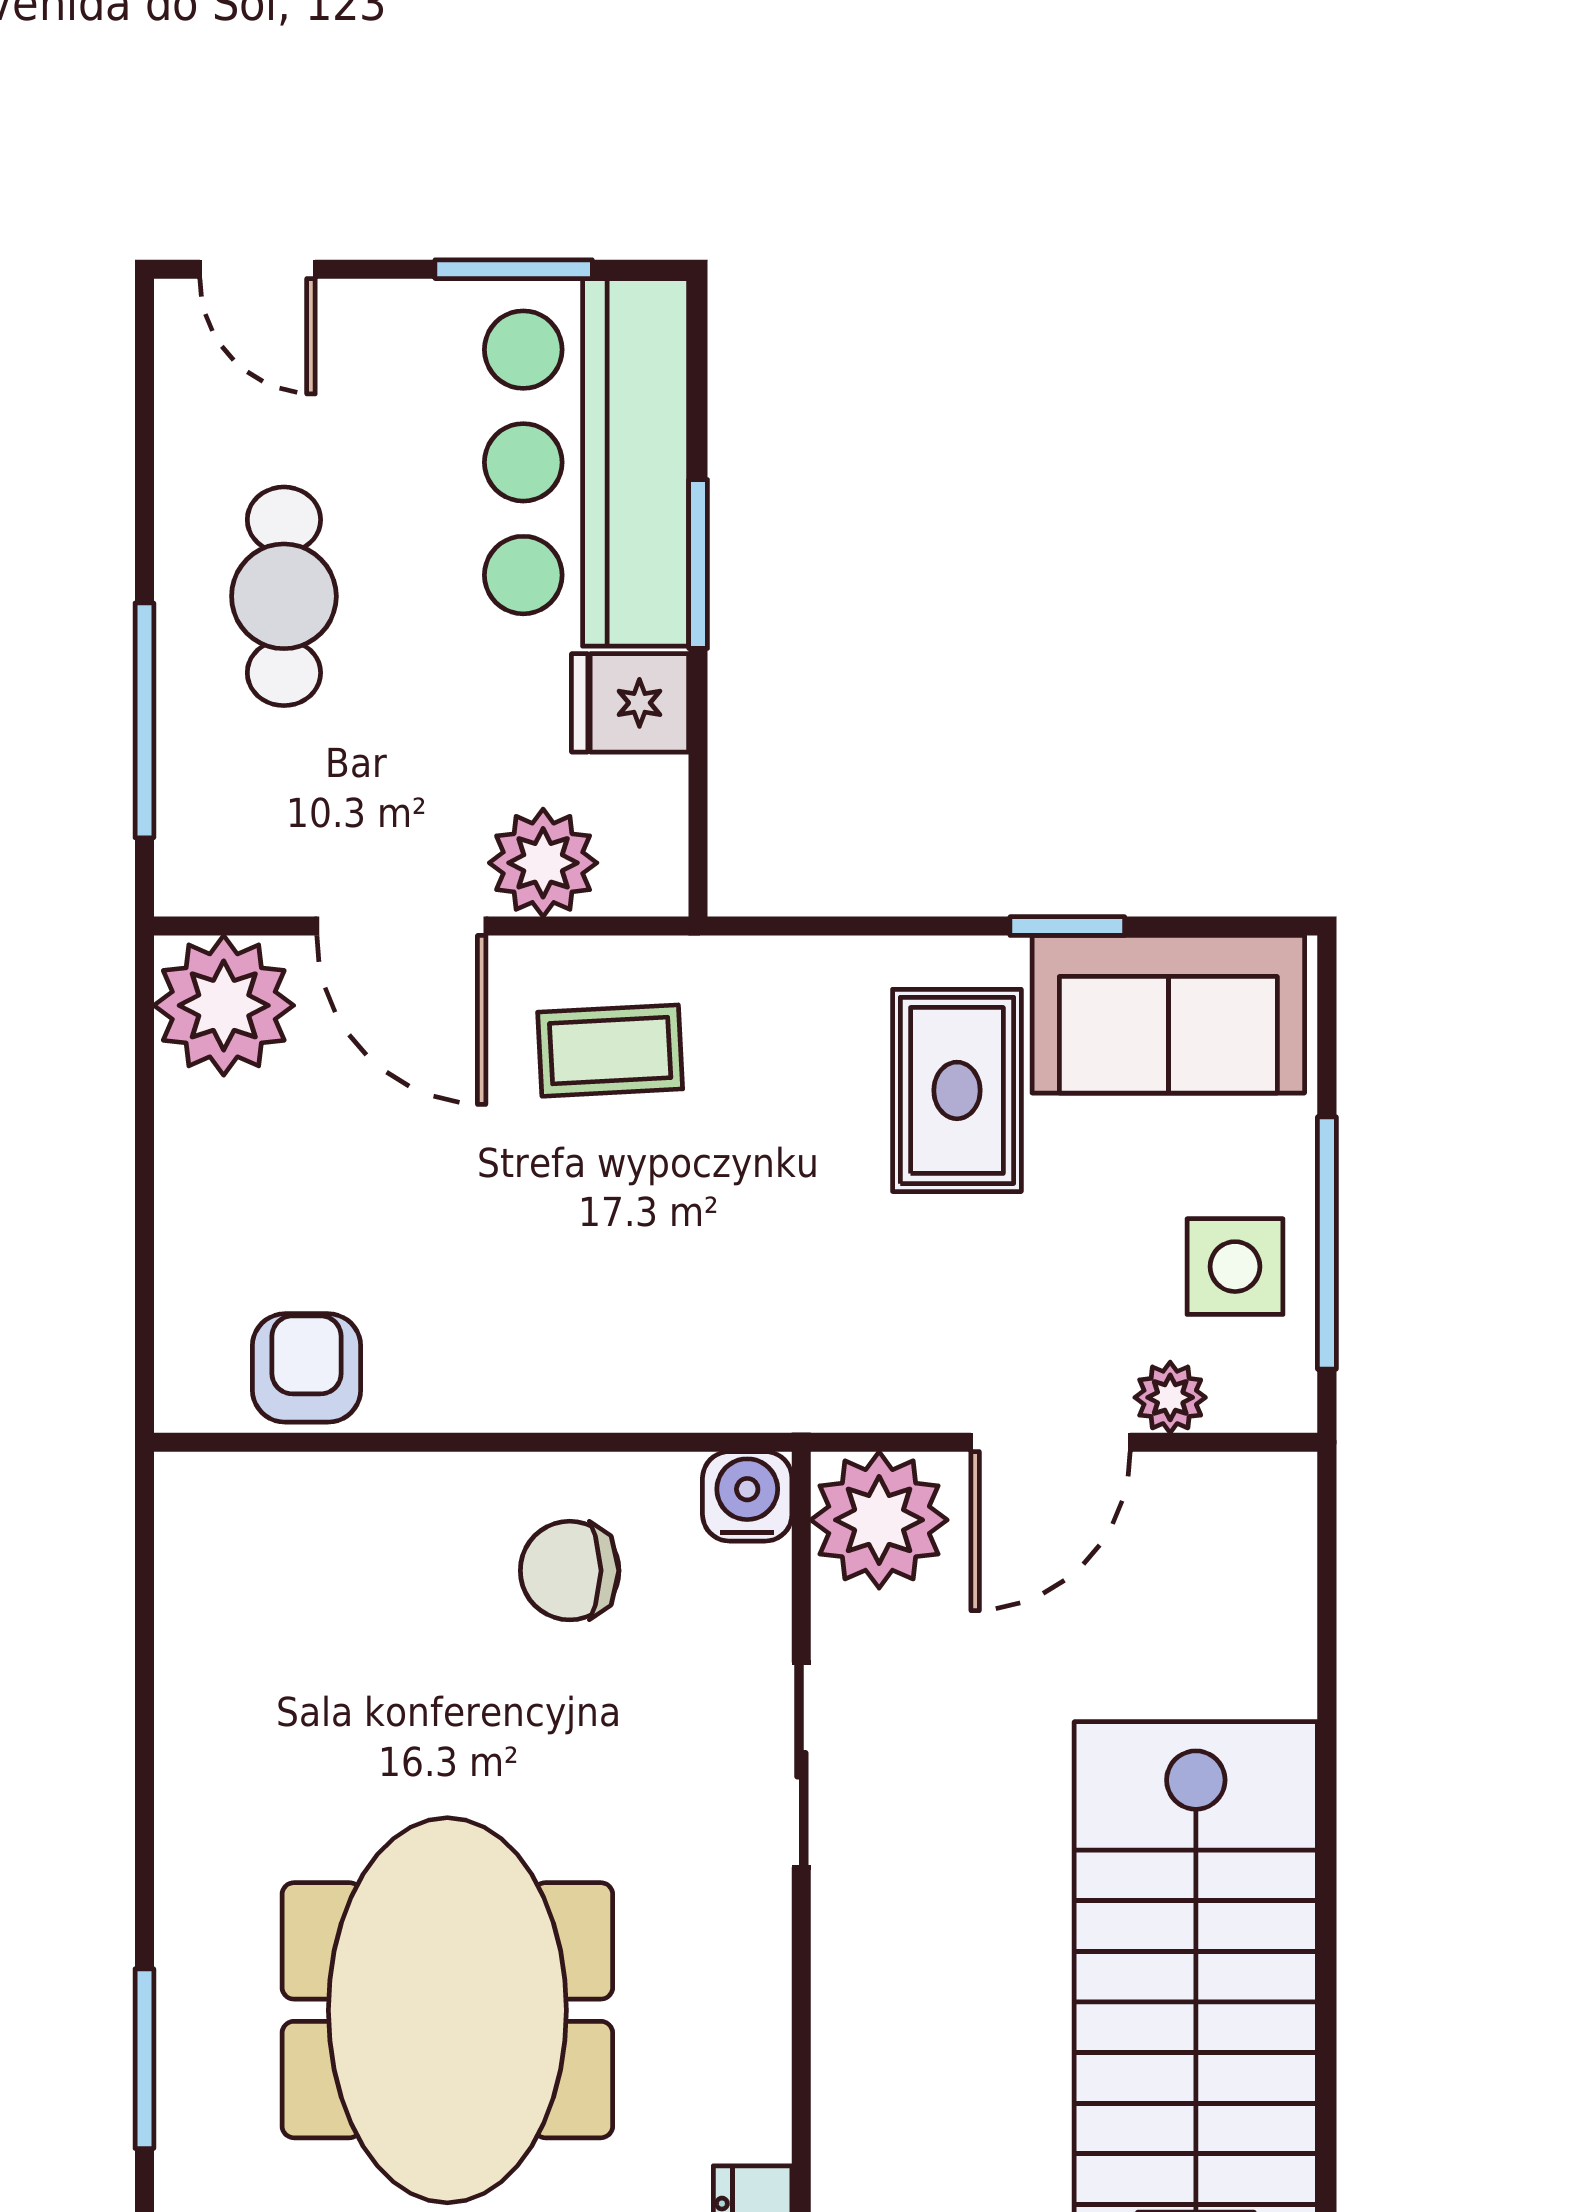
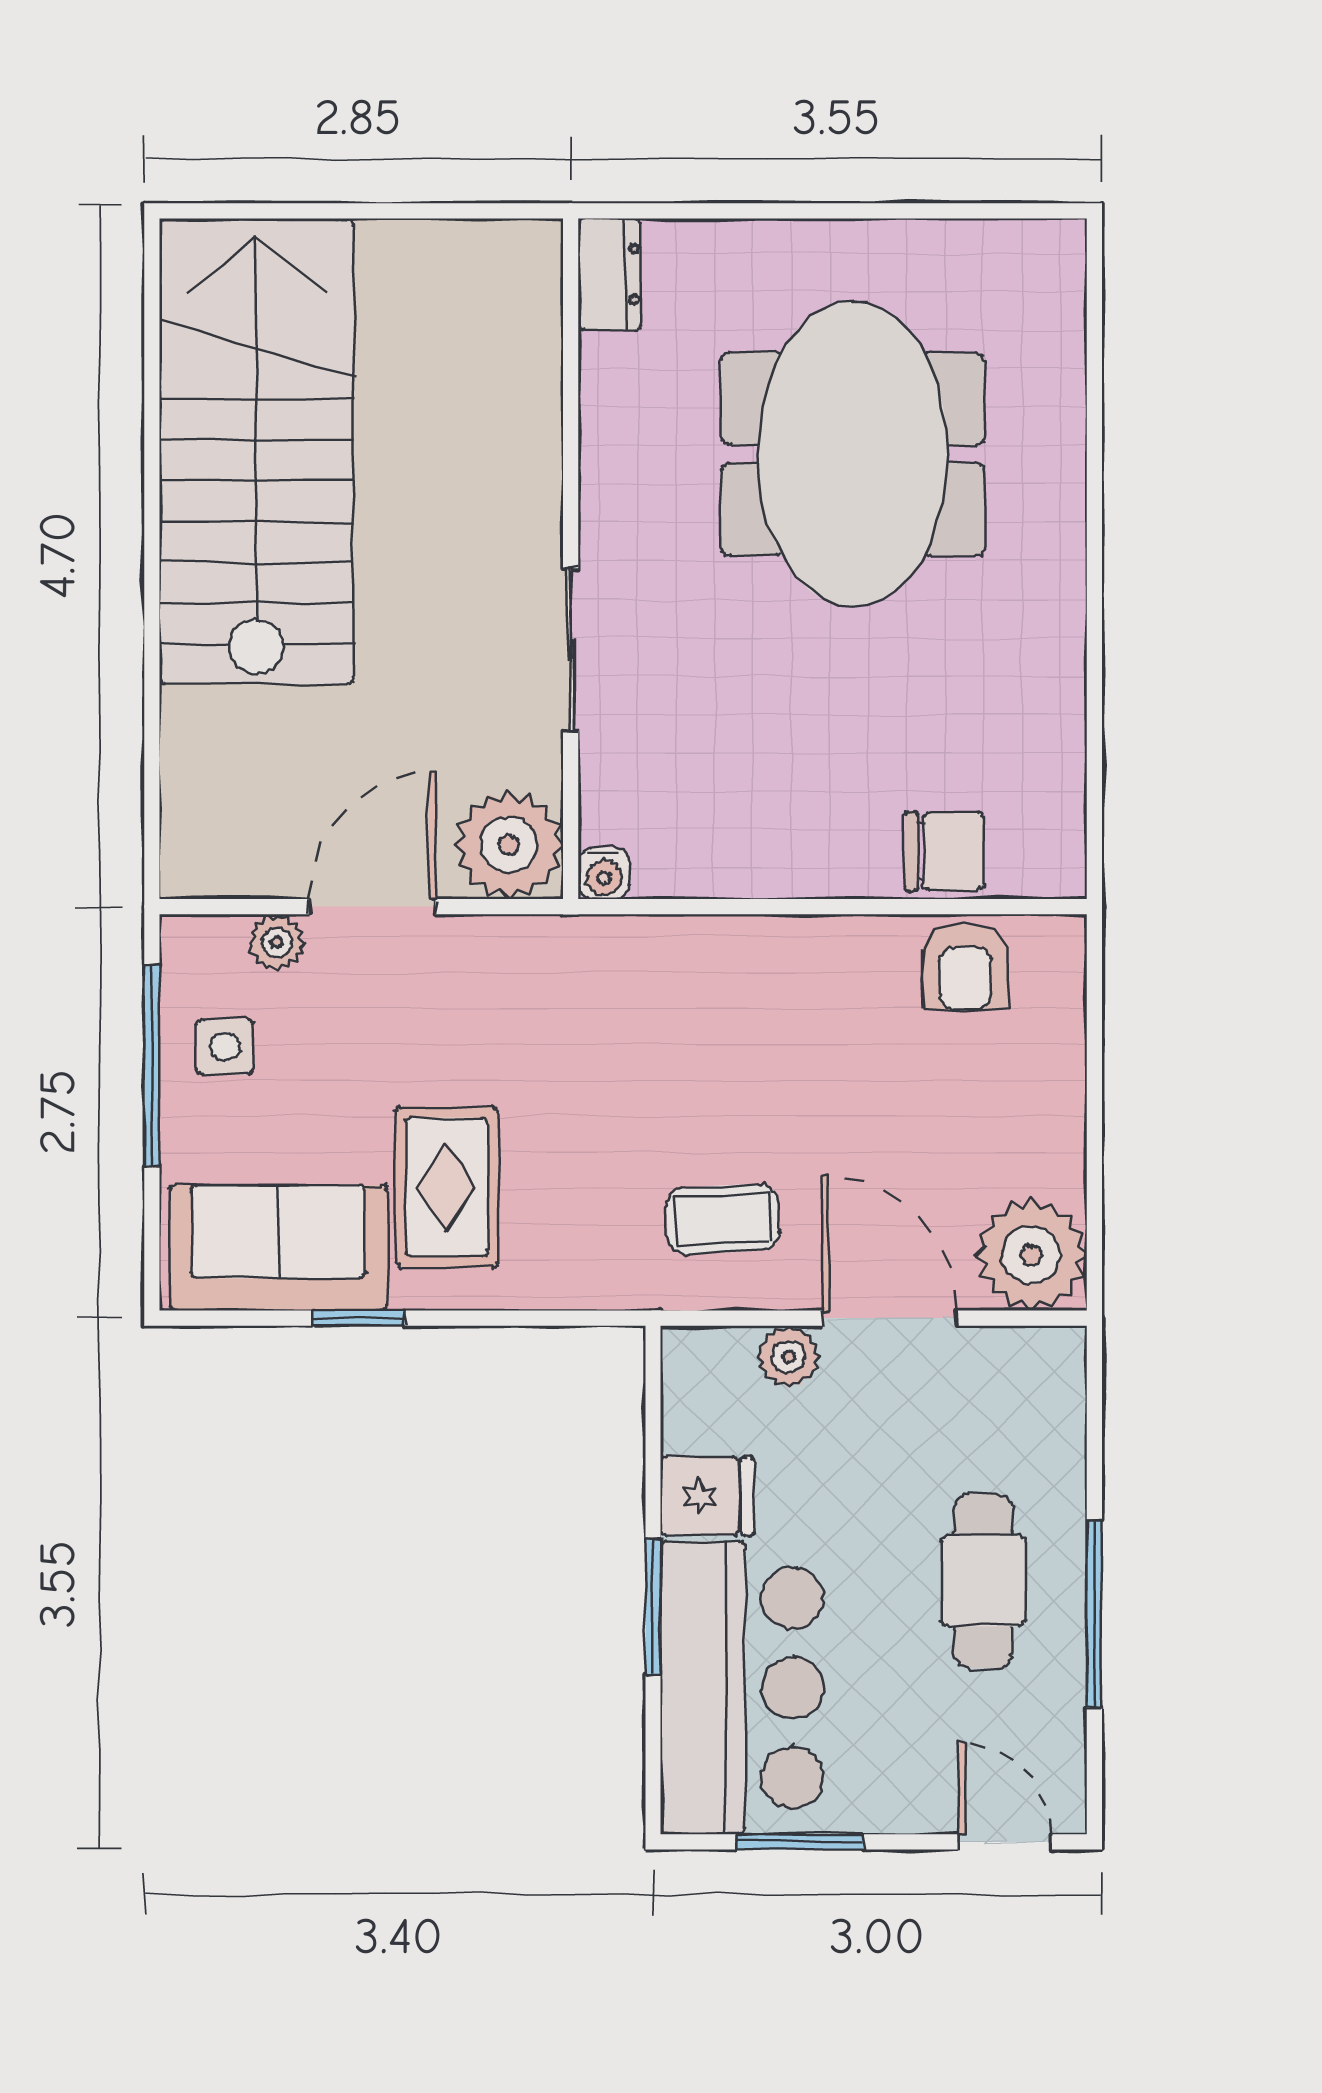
window: (144, 720) -> (1094, 1614), moved
plant: (543, 863) -> (788, 1357), width x0.73, depth x0.73
side table: (1235, 1267) -> (225, 1047), width x0.73, depth x0.73
water cooler: (747, 1496) -> (604, 873), width x0.72, depth x0.72
chair: (570, 1571) -> (944, 851), moved
window: (144, 2059) -> (1094, 415), removed

